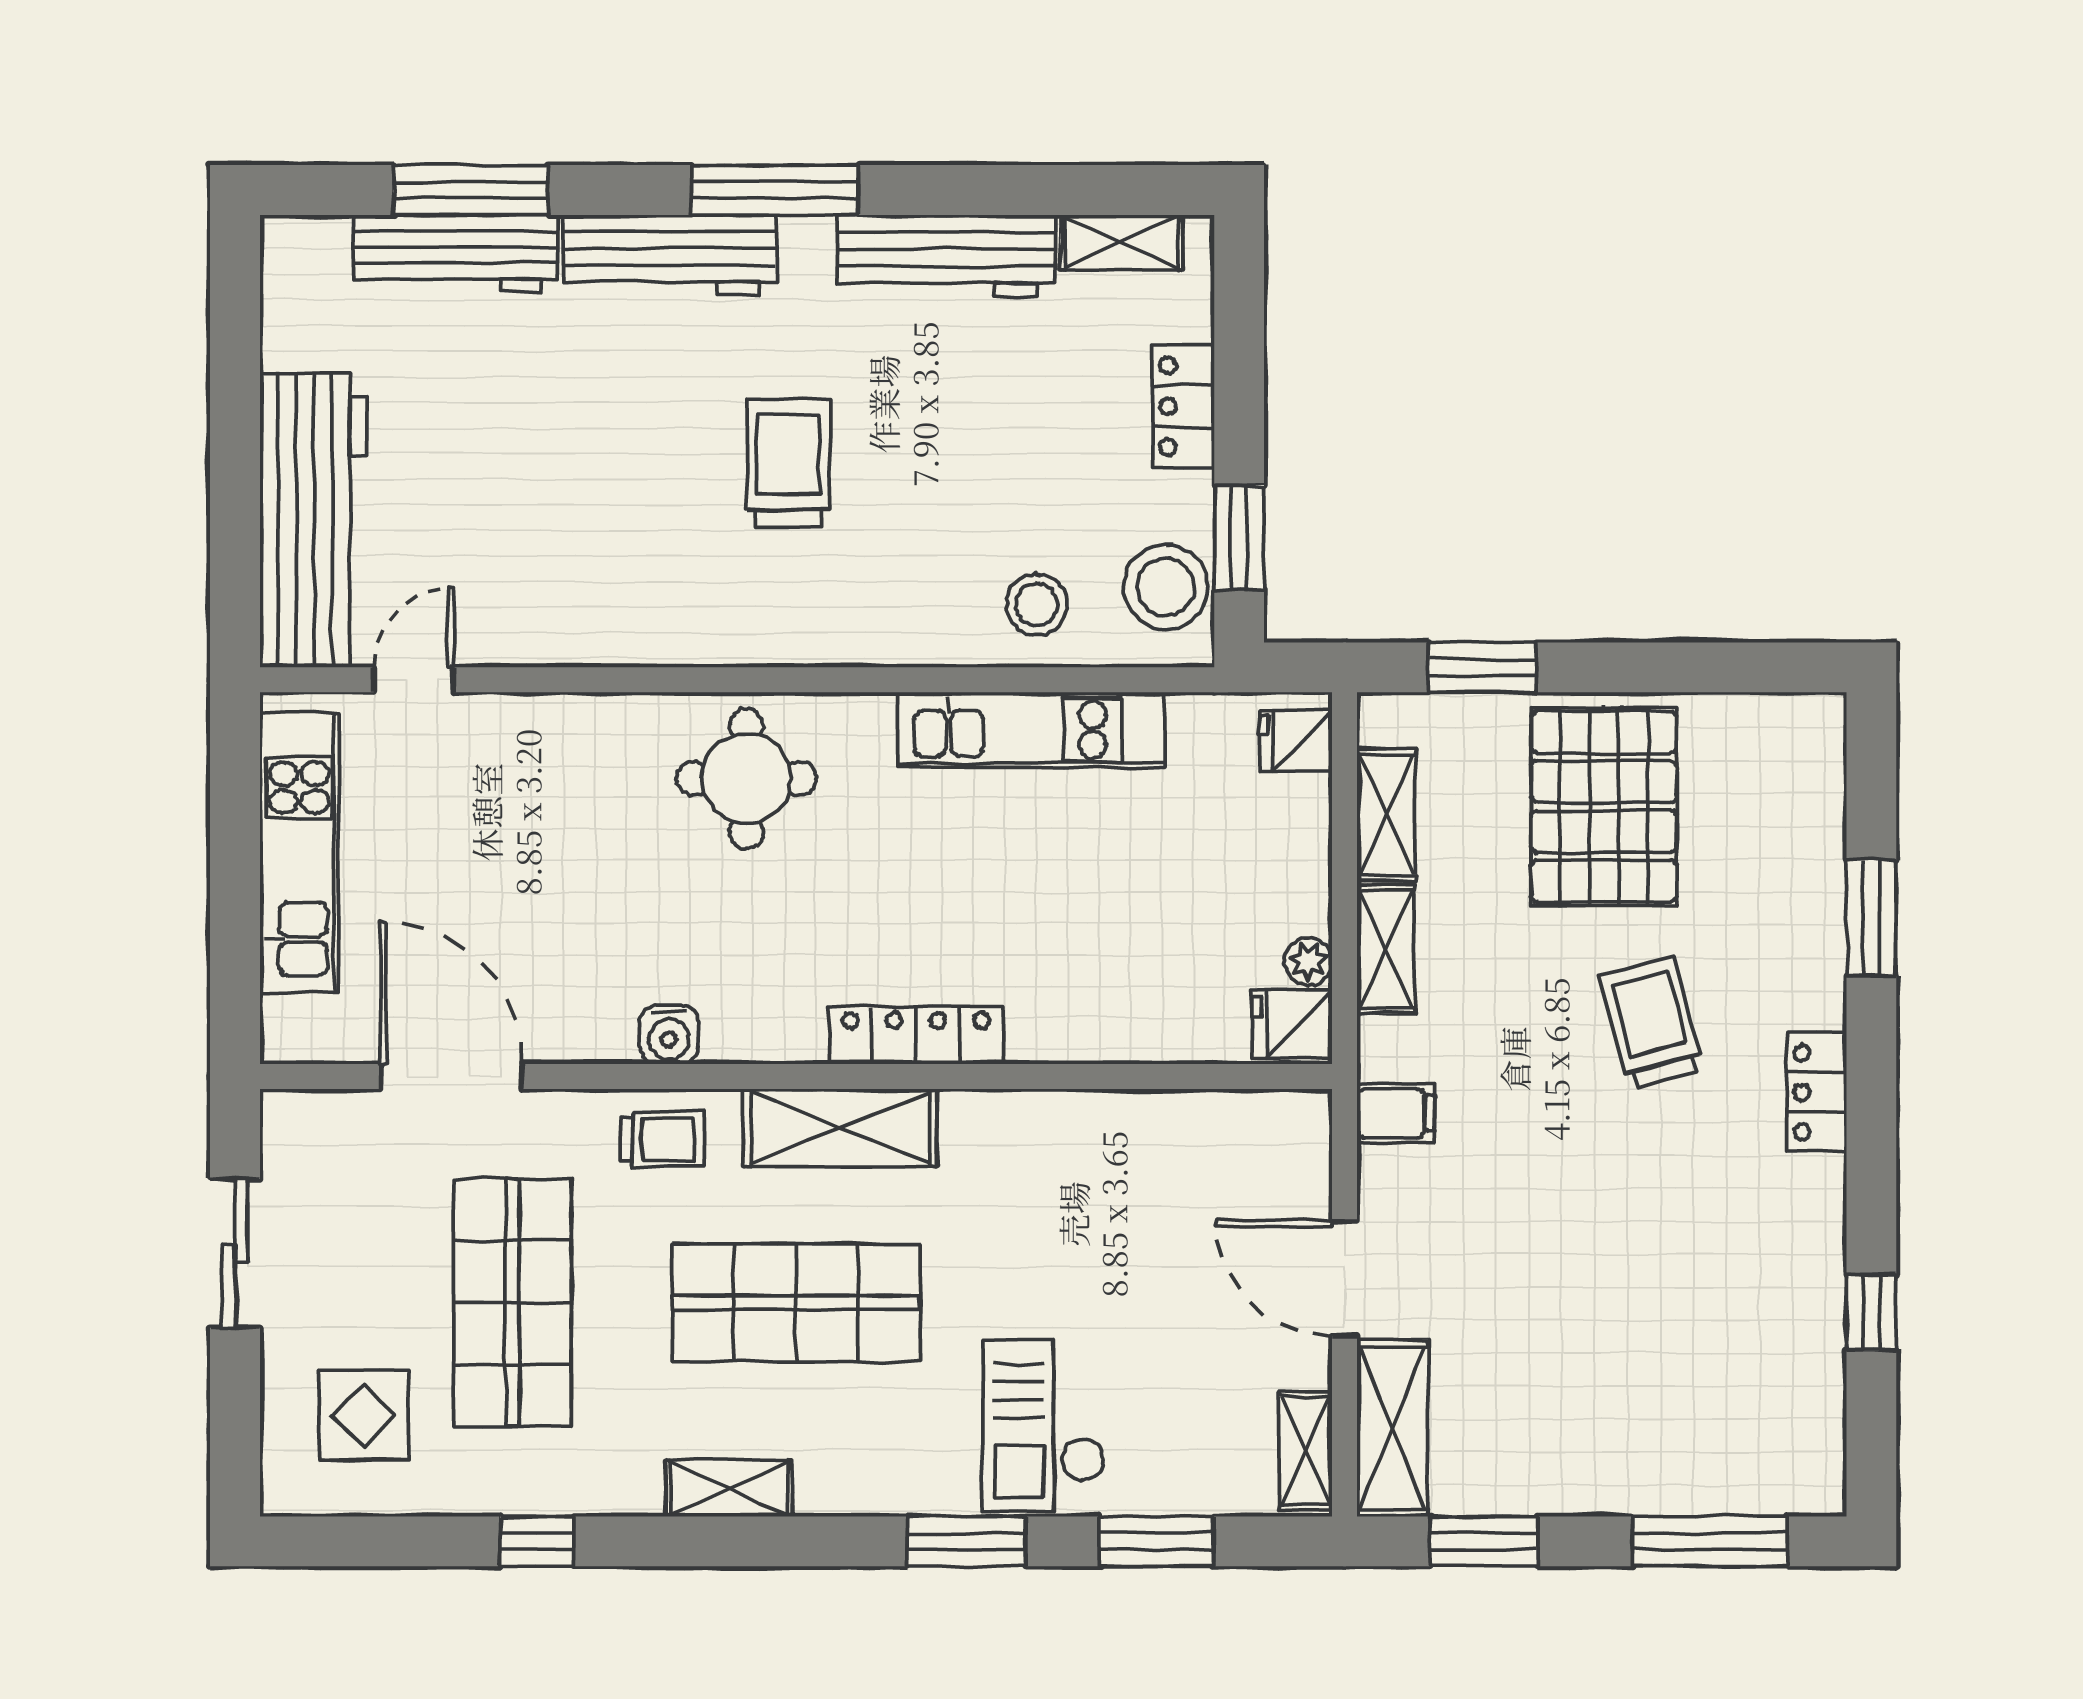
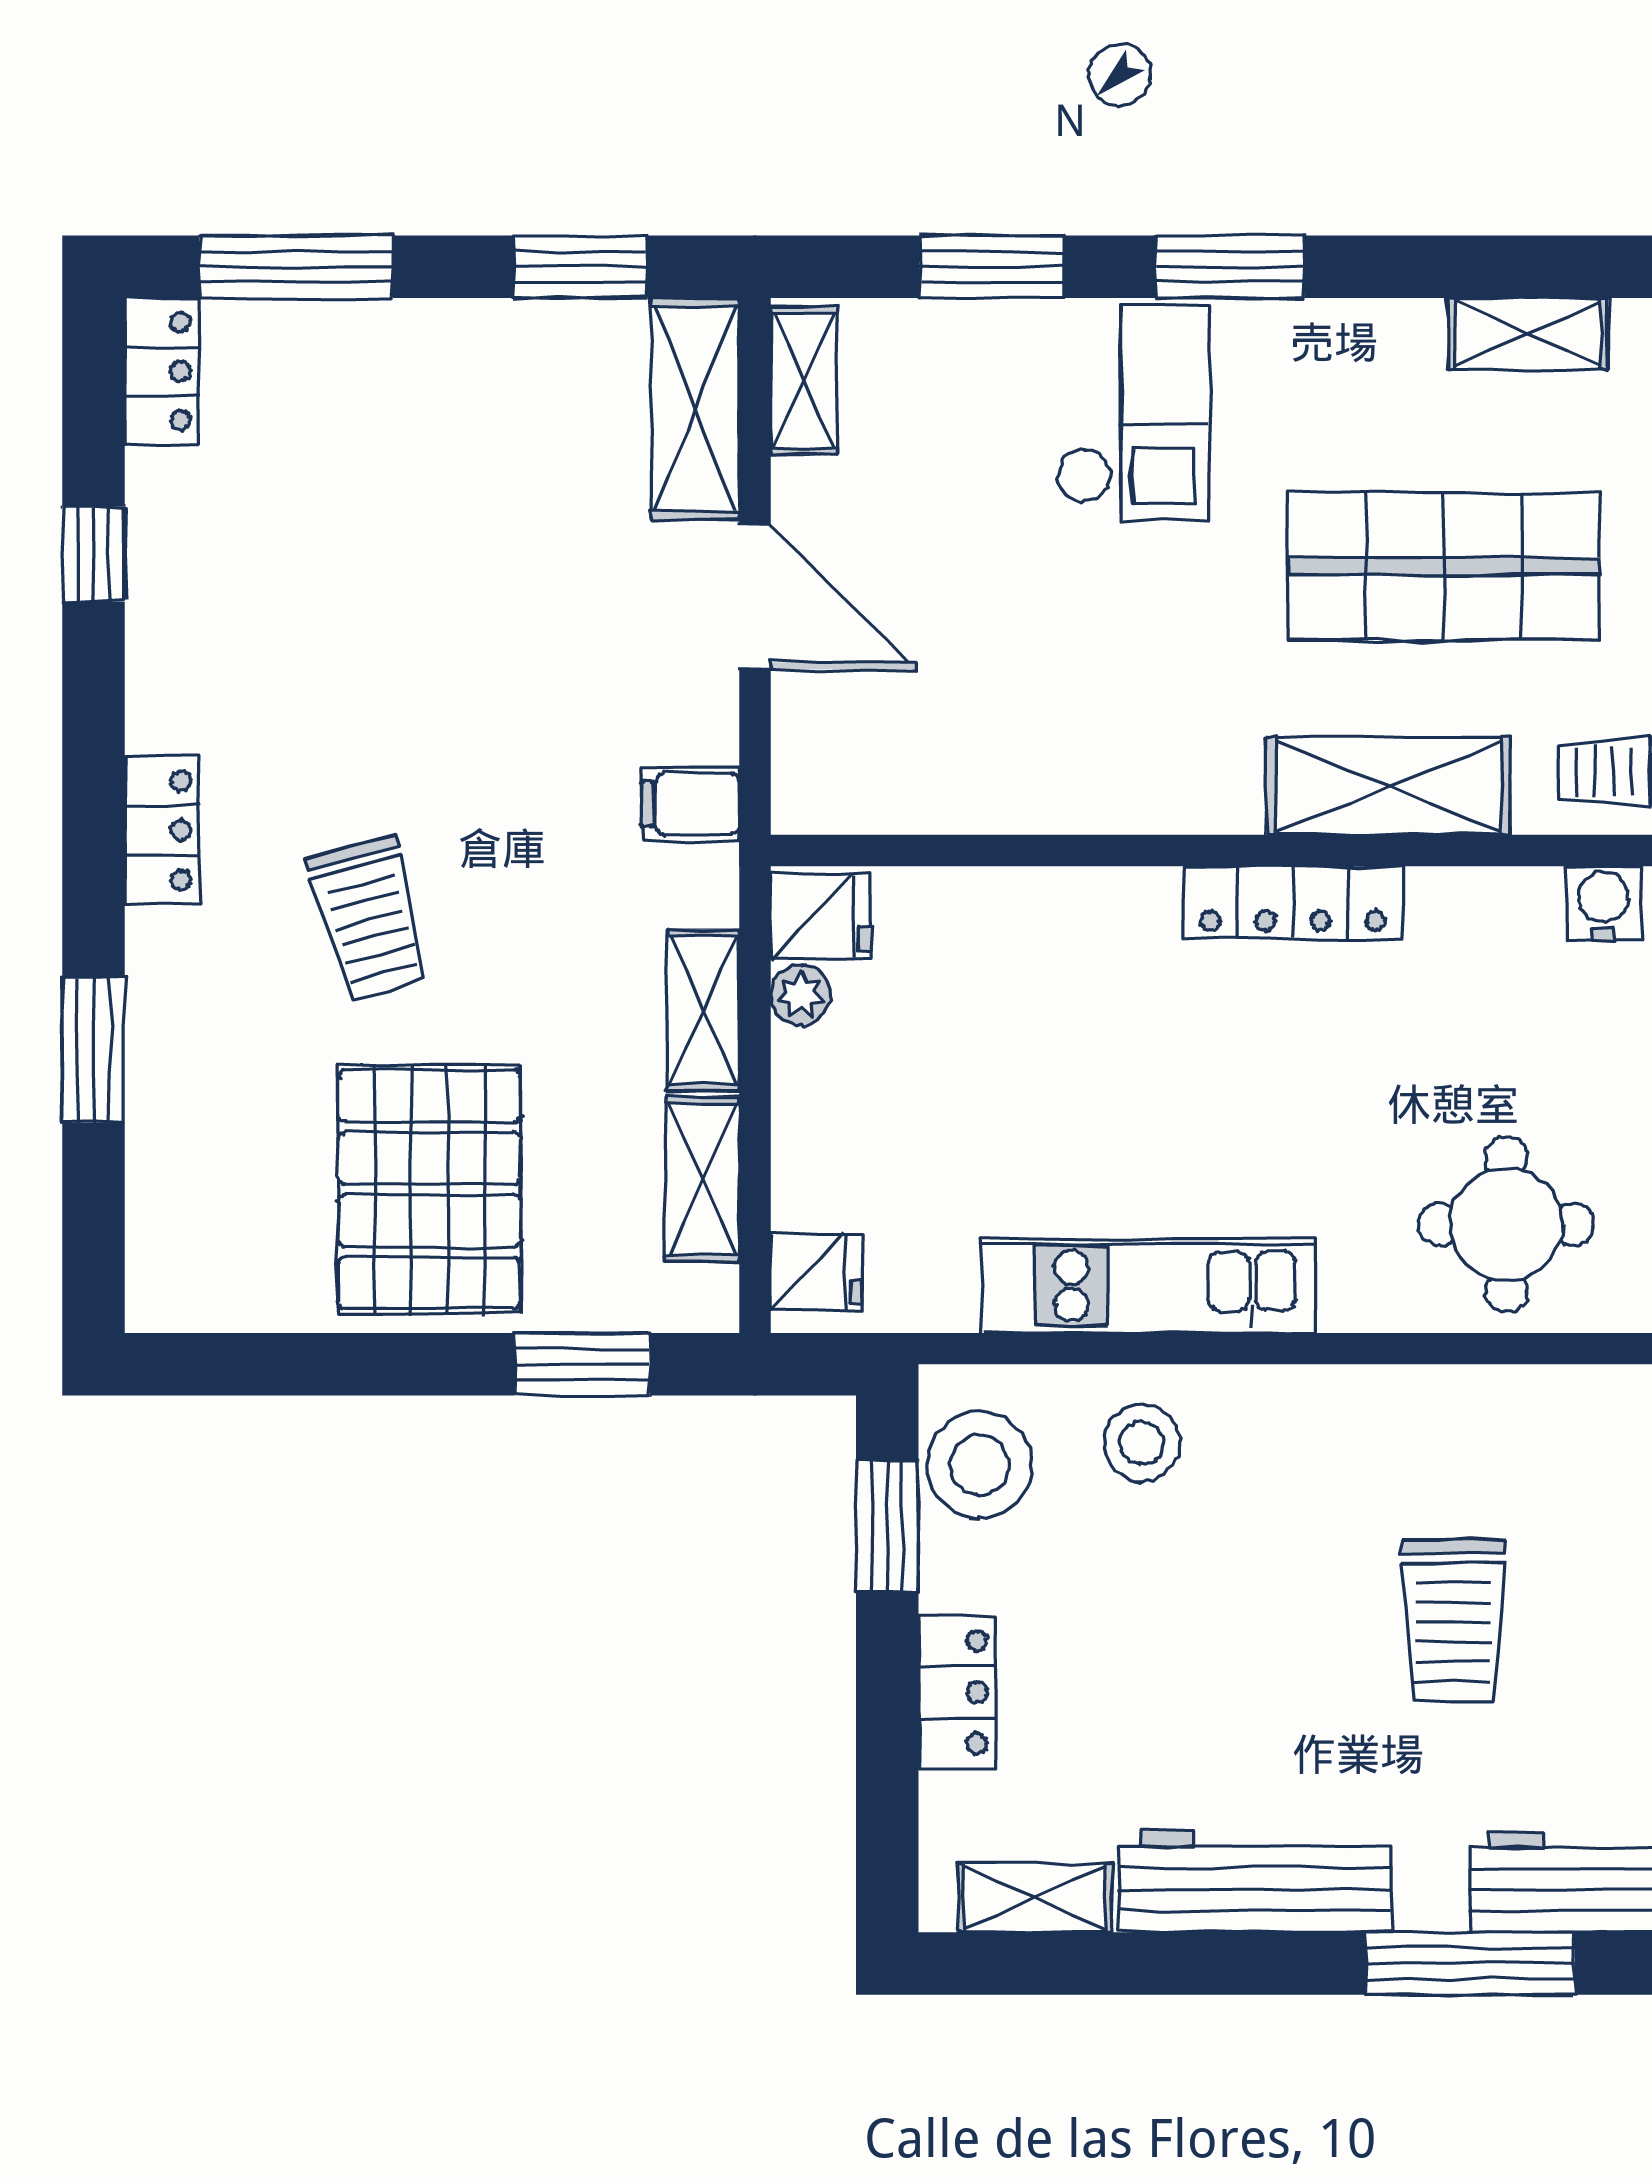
locker: (1817, 1458) -> (162, 371), added

